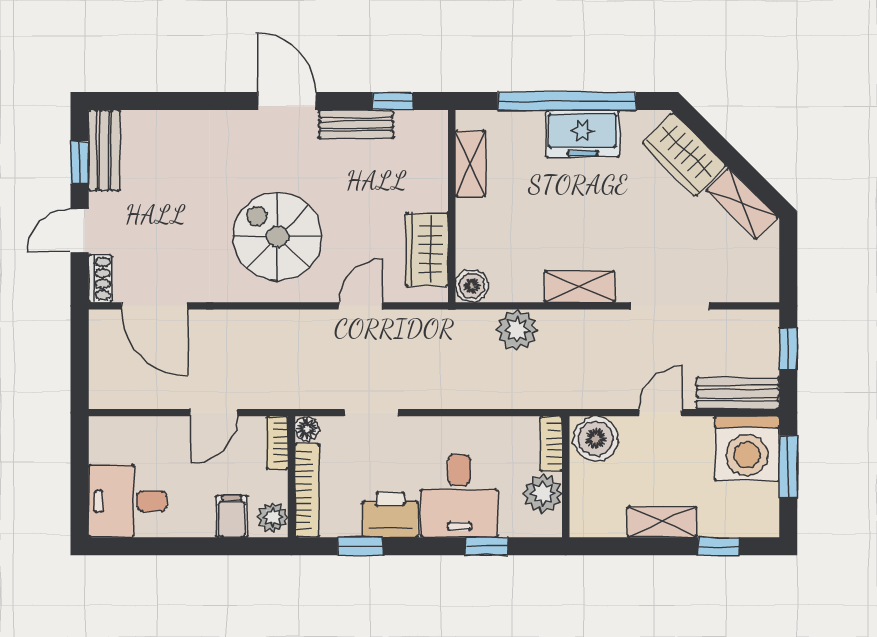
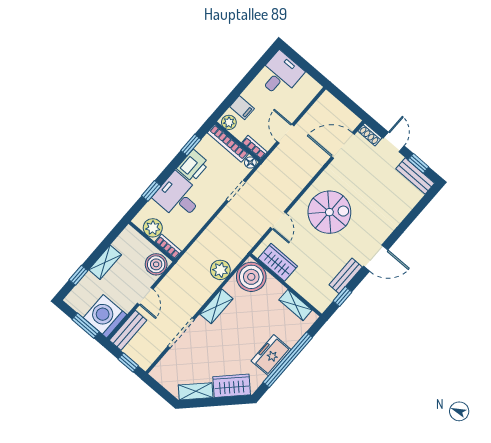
boiler: (472, 286) -> (251, 277), width x1.86, depth x1.86

